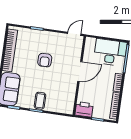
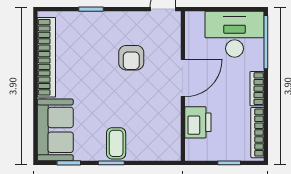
armchair: (45, 60) -> (131, 58), moved
printer: (84, 109) -> (198, 122), moved, turned 90

